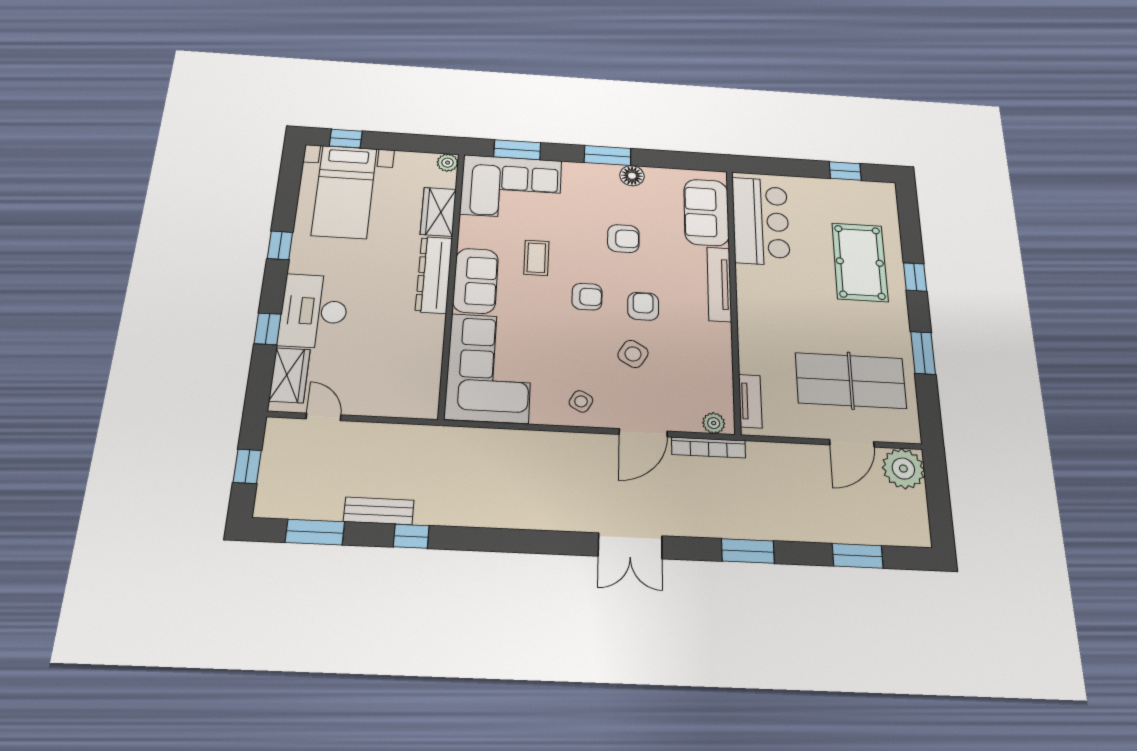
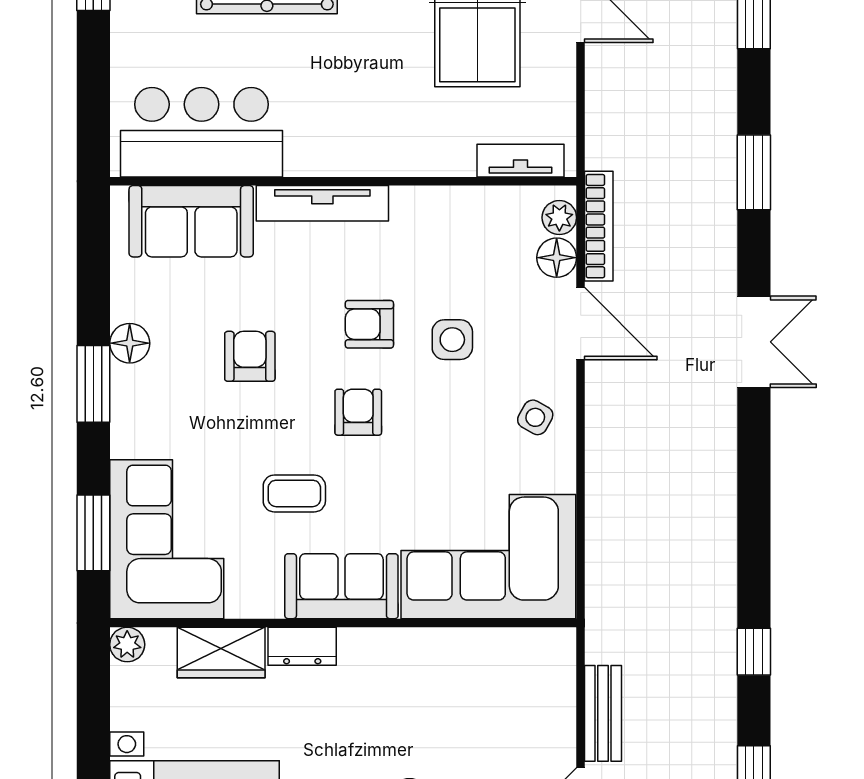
dresser: (434, 275) -> (302, 646), width x0.51, depth x0.80
side table: (633, 354) -> (452, 340), turned -31
floor lamp: (687, 420) -> (557, 258), added
bench: (379, 511) -> (603, 713), moved

